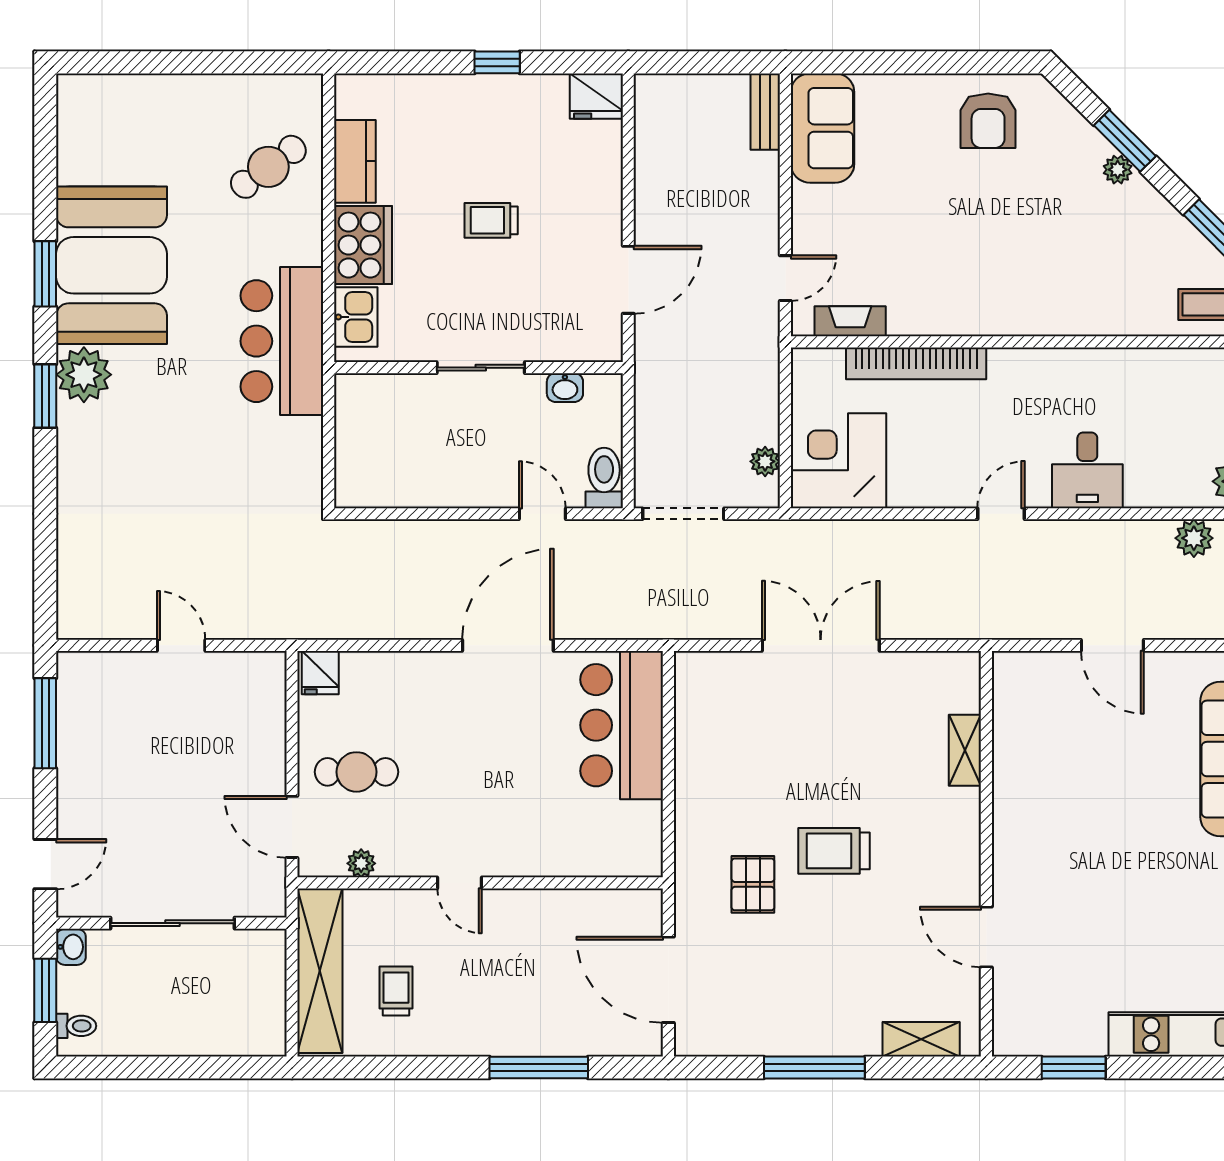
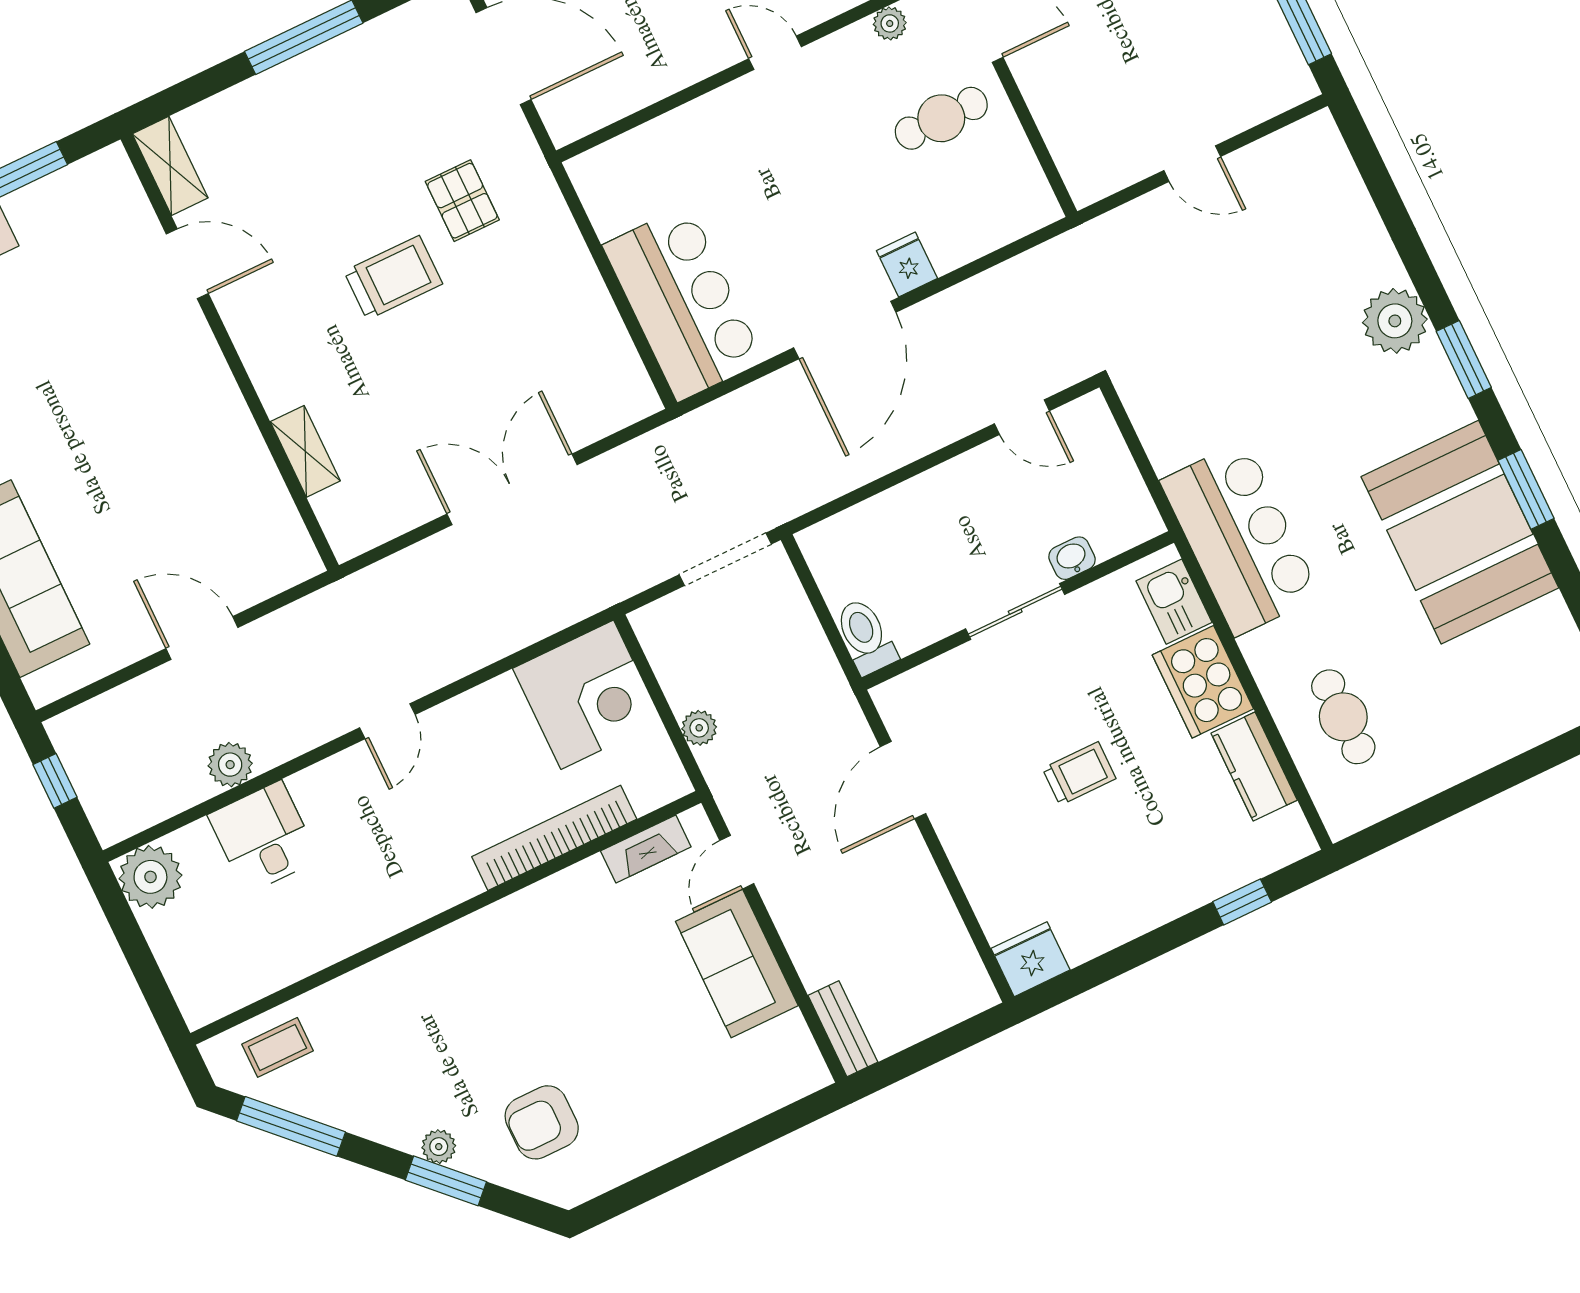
window: (497, 62) -> (1242, 902), moved
armchair: (988, 121) -> (542, 1122), moved, turned -90
sofa: (823, 128) -> (737, 964), moved
cafe table: (268, 167) -> (1343, 717), turned -54
plant: (84, 375) -> (1395, 321), moved
washbasin: (565, 388) -> (1072, 558), moved
plant: (765, 461) -> (699, 728), moved
desk: (1087, 470) -> (264, 837), moved
toilet: (604, 478) -> (865, 636), moved, turned 180
door: (542, 514) -> (1022, 417), moved
plant: (1194, 538) -> (230, 765), moved
double door: (821, 645) -> (512, 489), swing flipped
fridge: (320, 673) -> (907, 265), moved
shelving: (921, 1039) -> (170, 166), moved, turned 90

